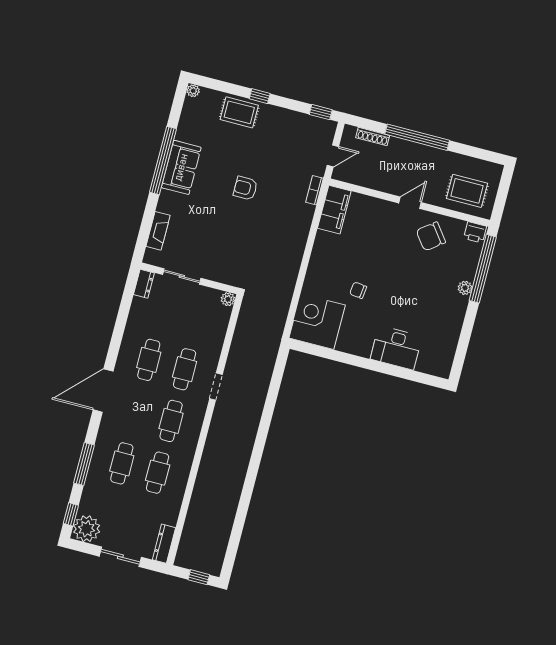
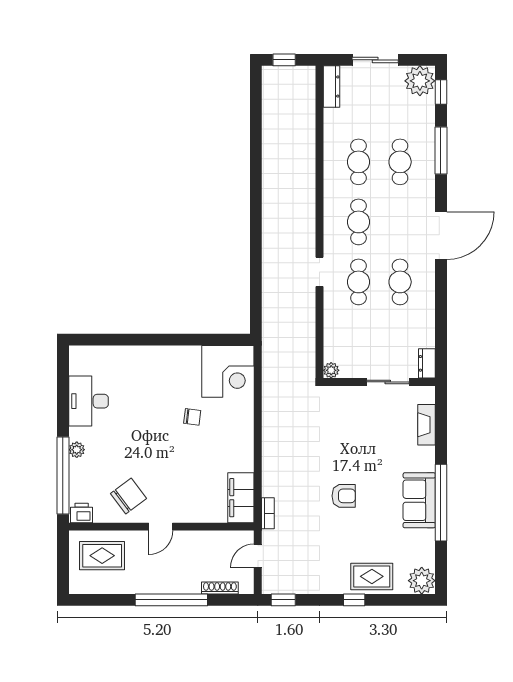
plant: (193, 91) -> (422, 581), width x1.87, depth x1.87
desk: (396, 348) -> (88, 401), moved, turned -90

